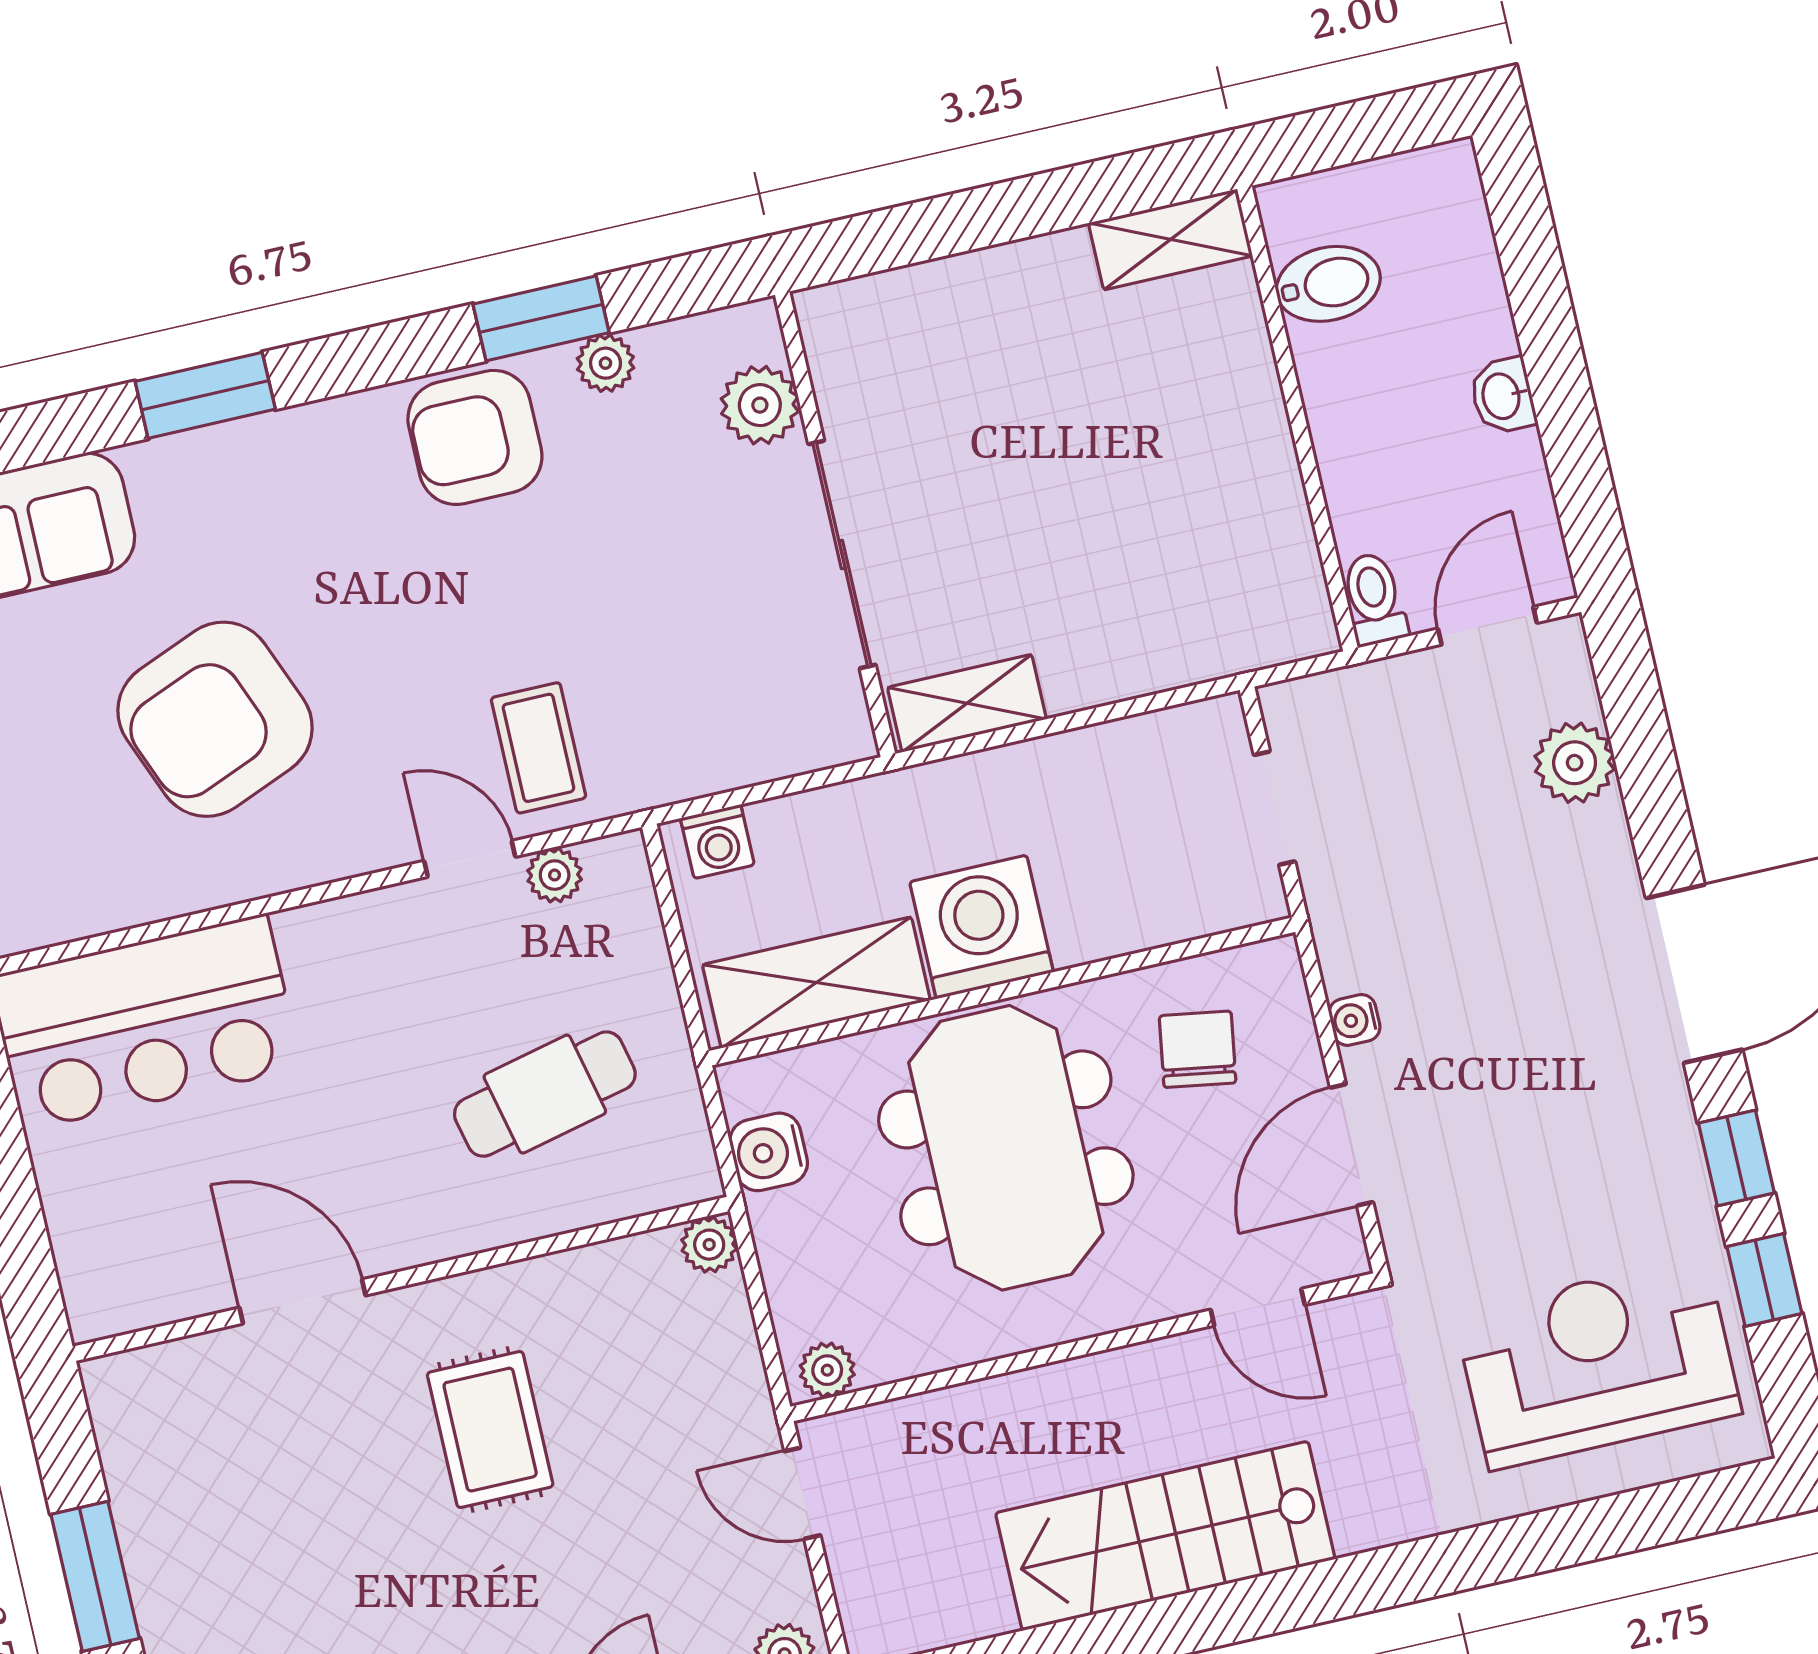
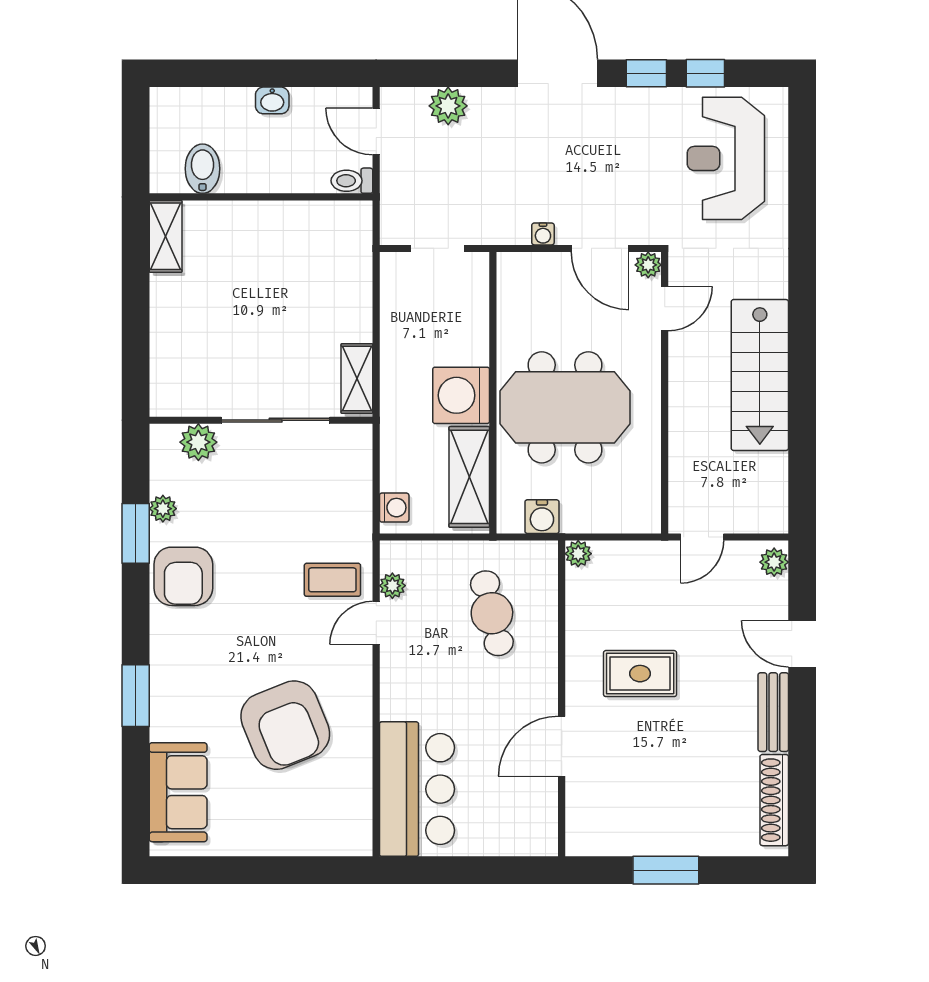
chair: (1198, 1049) -> (540, 309), removed
plant: (827, 1370) -> (648, 265), moved

